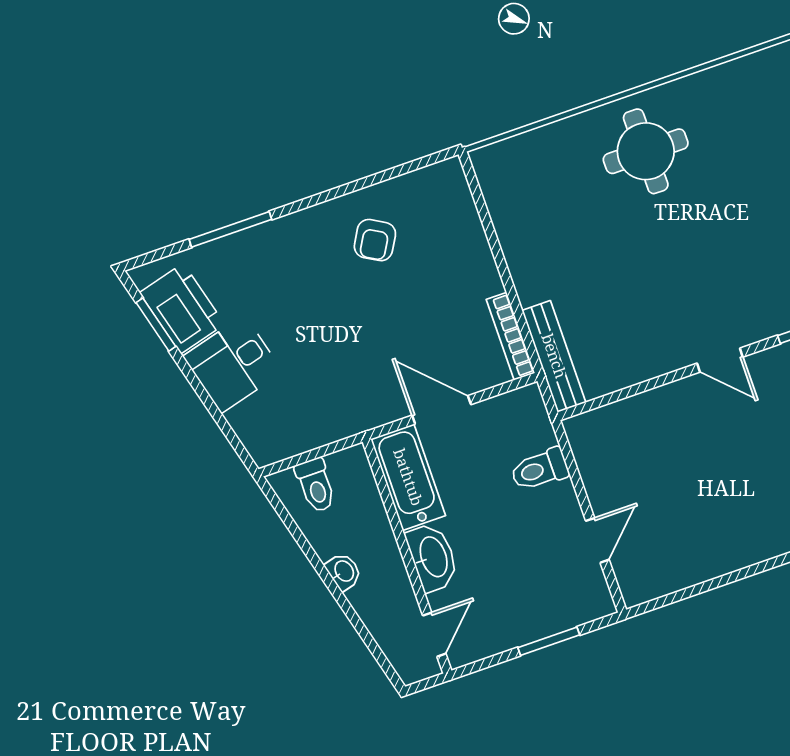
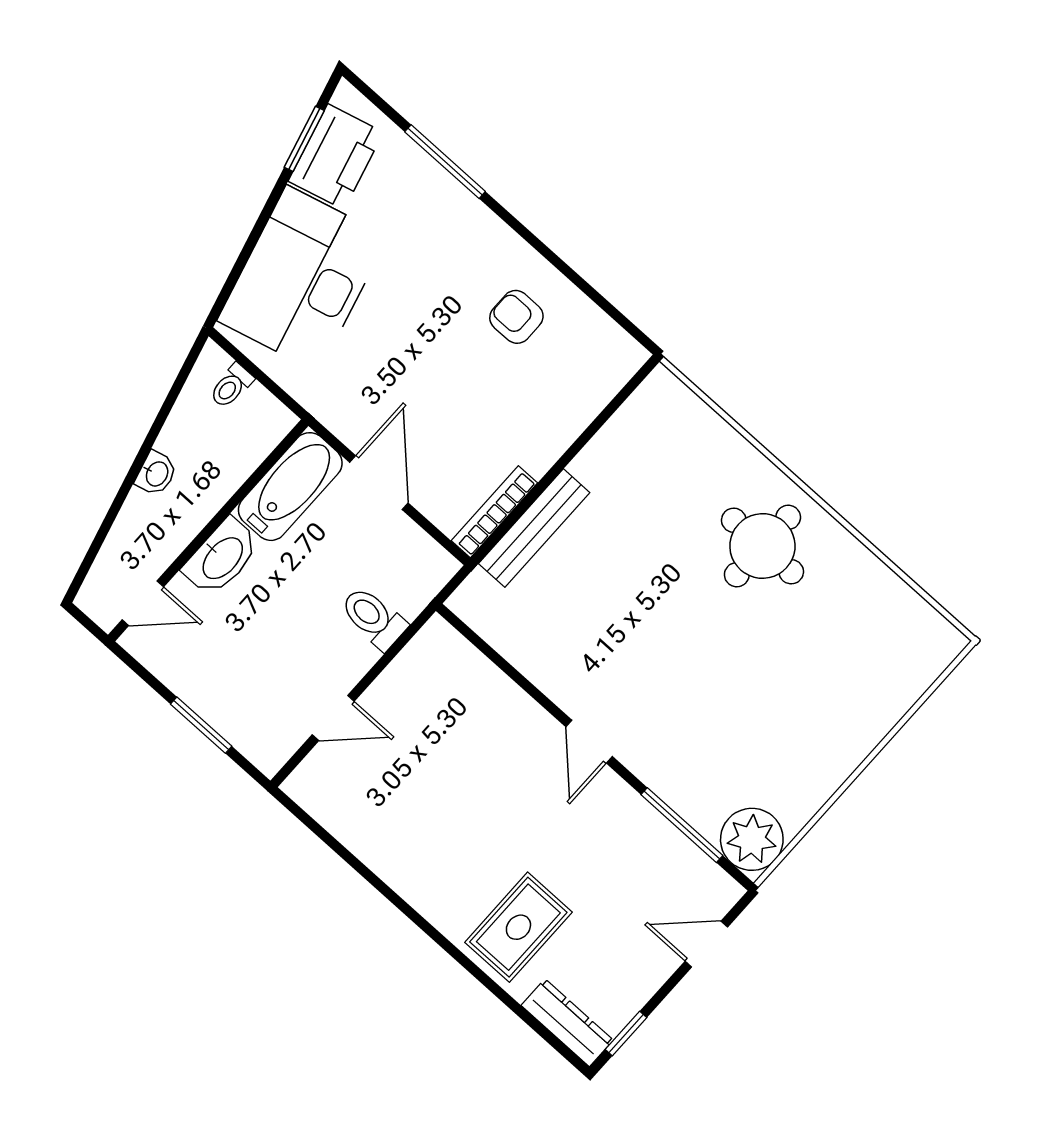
armchair: (375, 240) -> (516, 317), turned 60
bench: (554, 356) -> (534, 528), moved
desk: (233, 364) -> (303, 279), width x1.87, depth x1.30
toilet: (316, 485) -> (231, 386), width x0.73, depth x0.72

